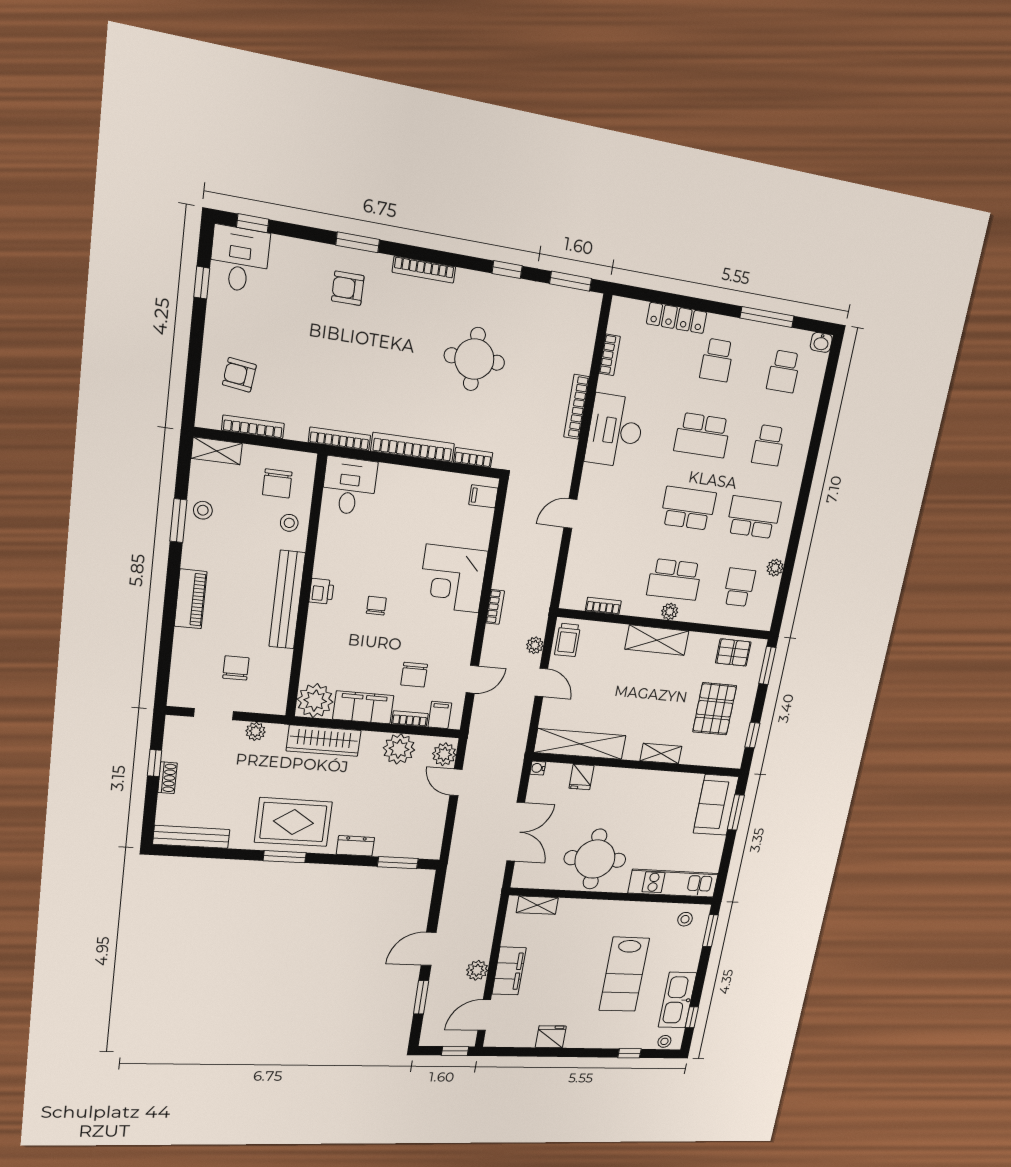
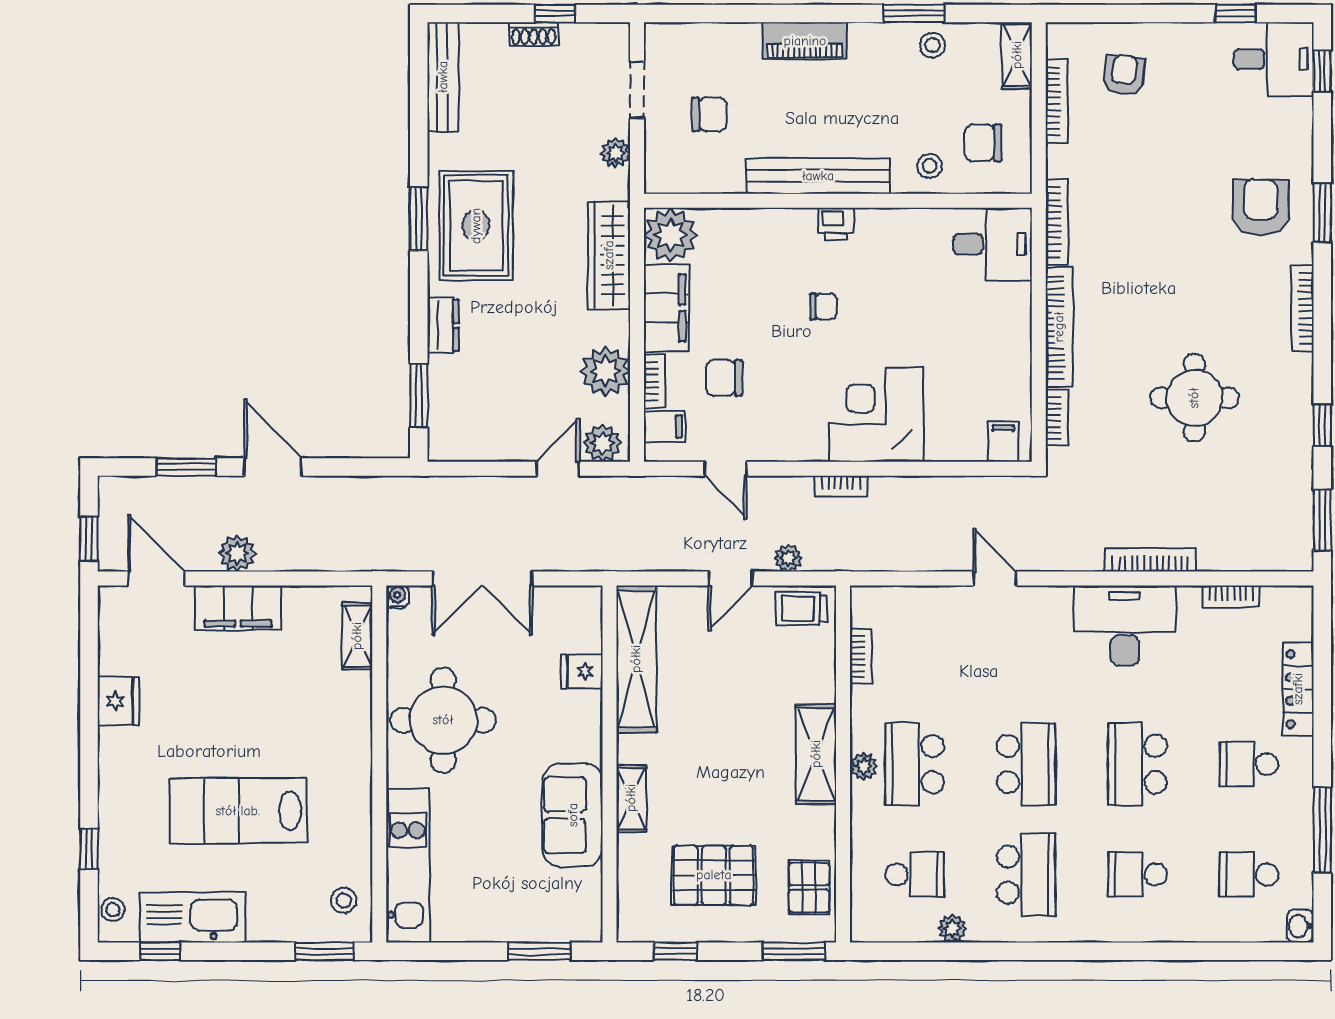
armchair: (348, 288) -> (1261, 207), width x1.38, depth x1.38
water cooler: (538, 768) -> (397, 597), moved
sofa: (716, 805) -> (573, 815), moved, turned -90

